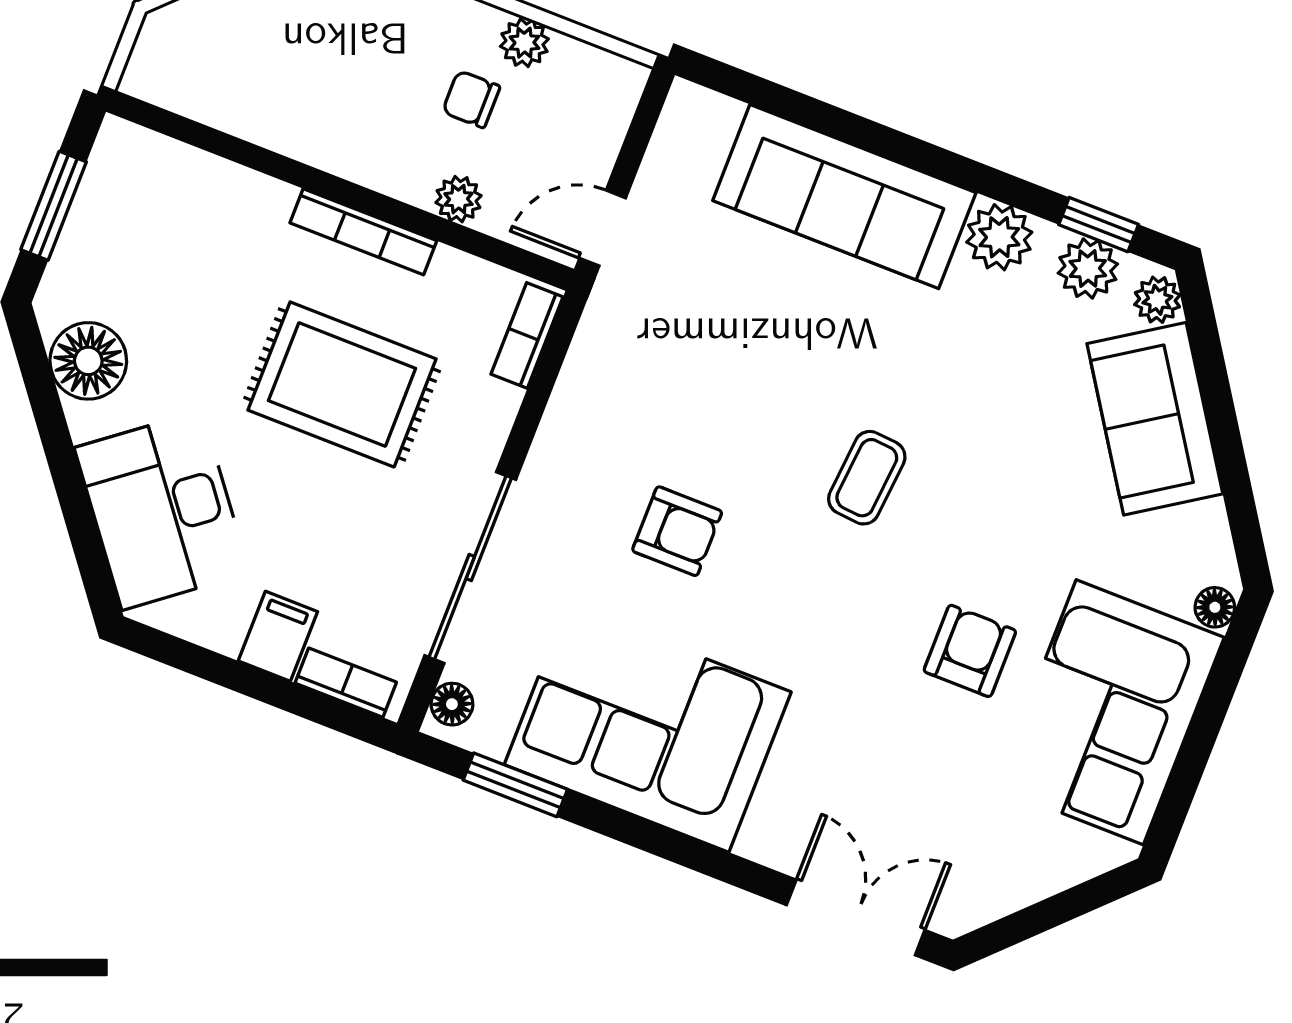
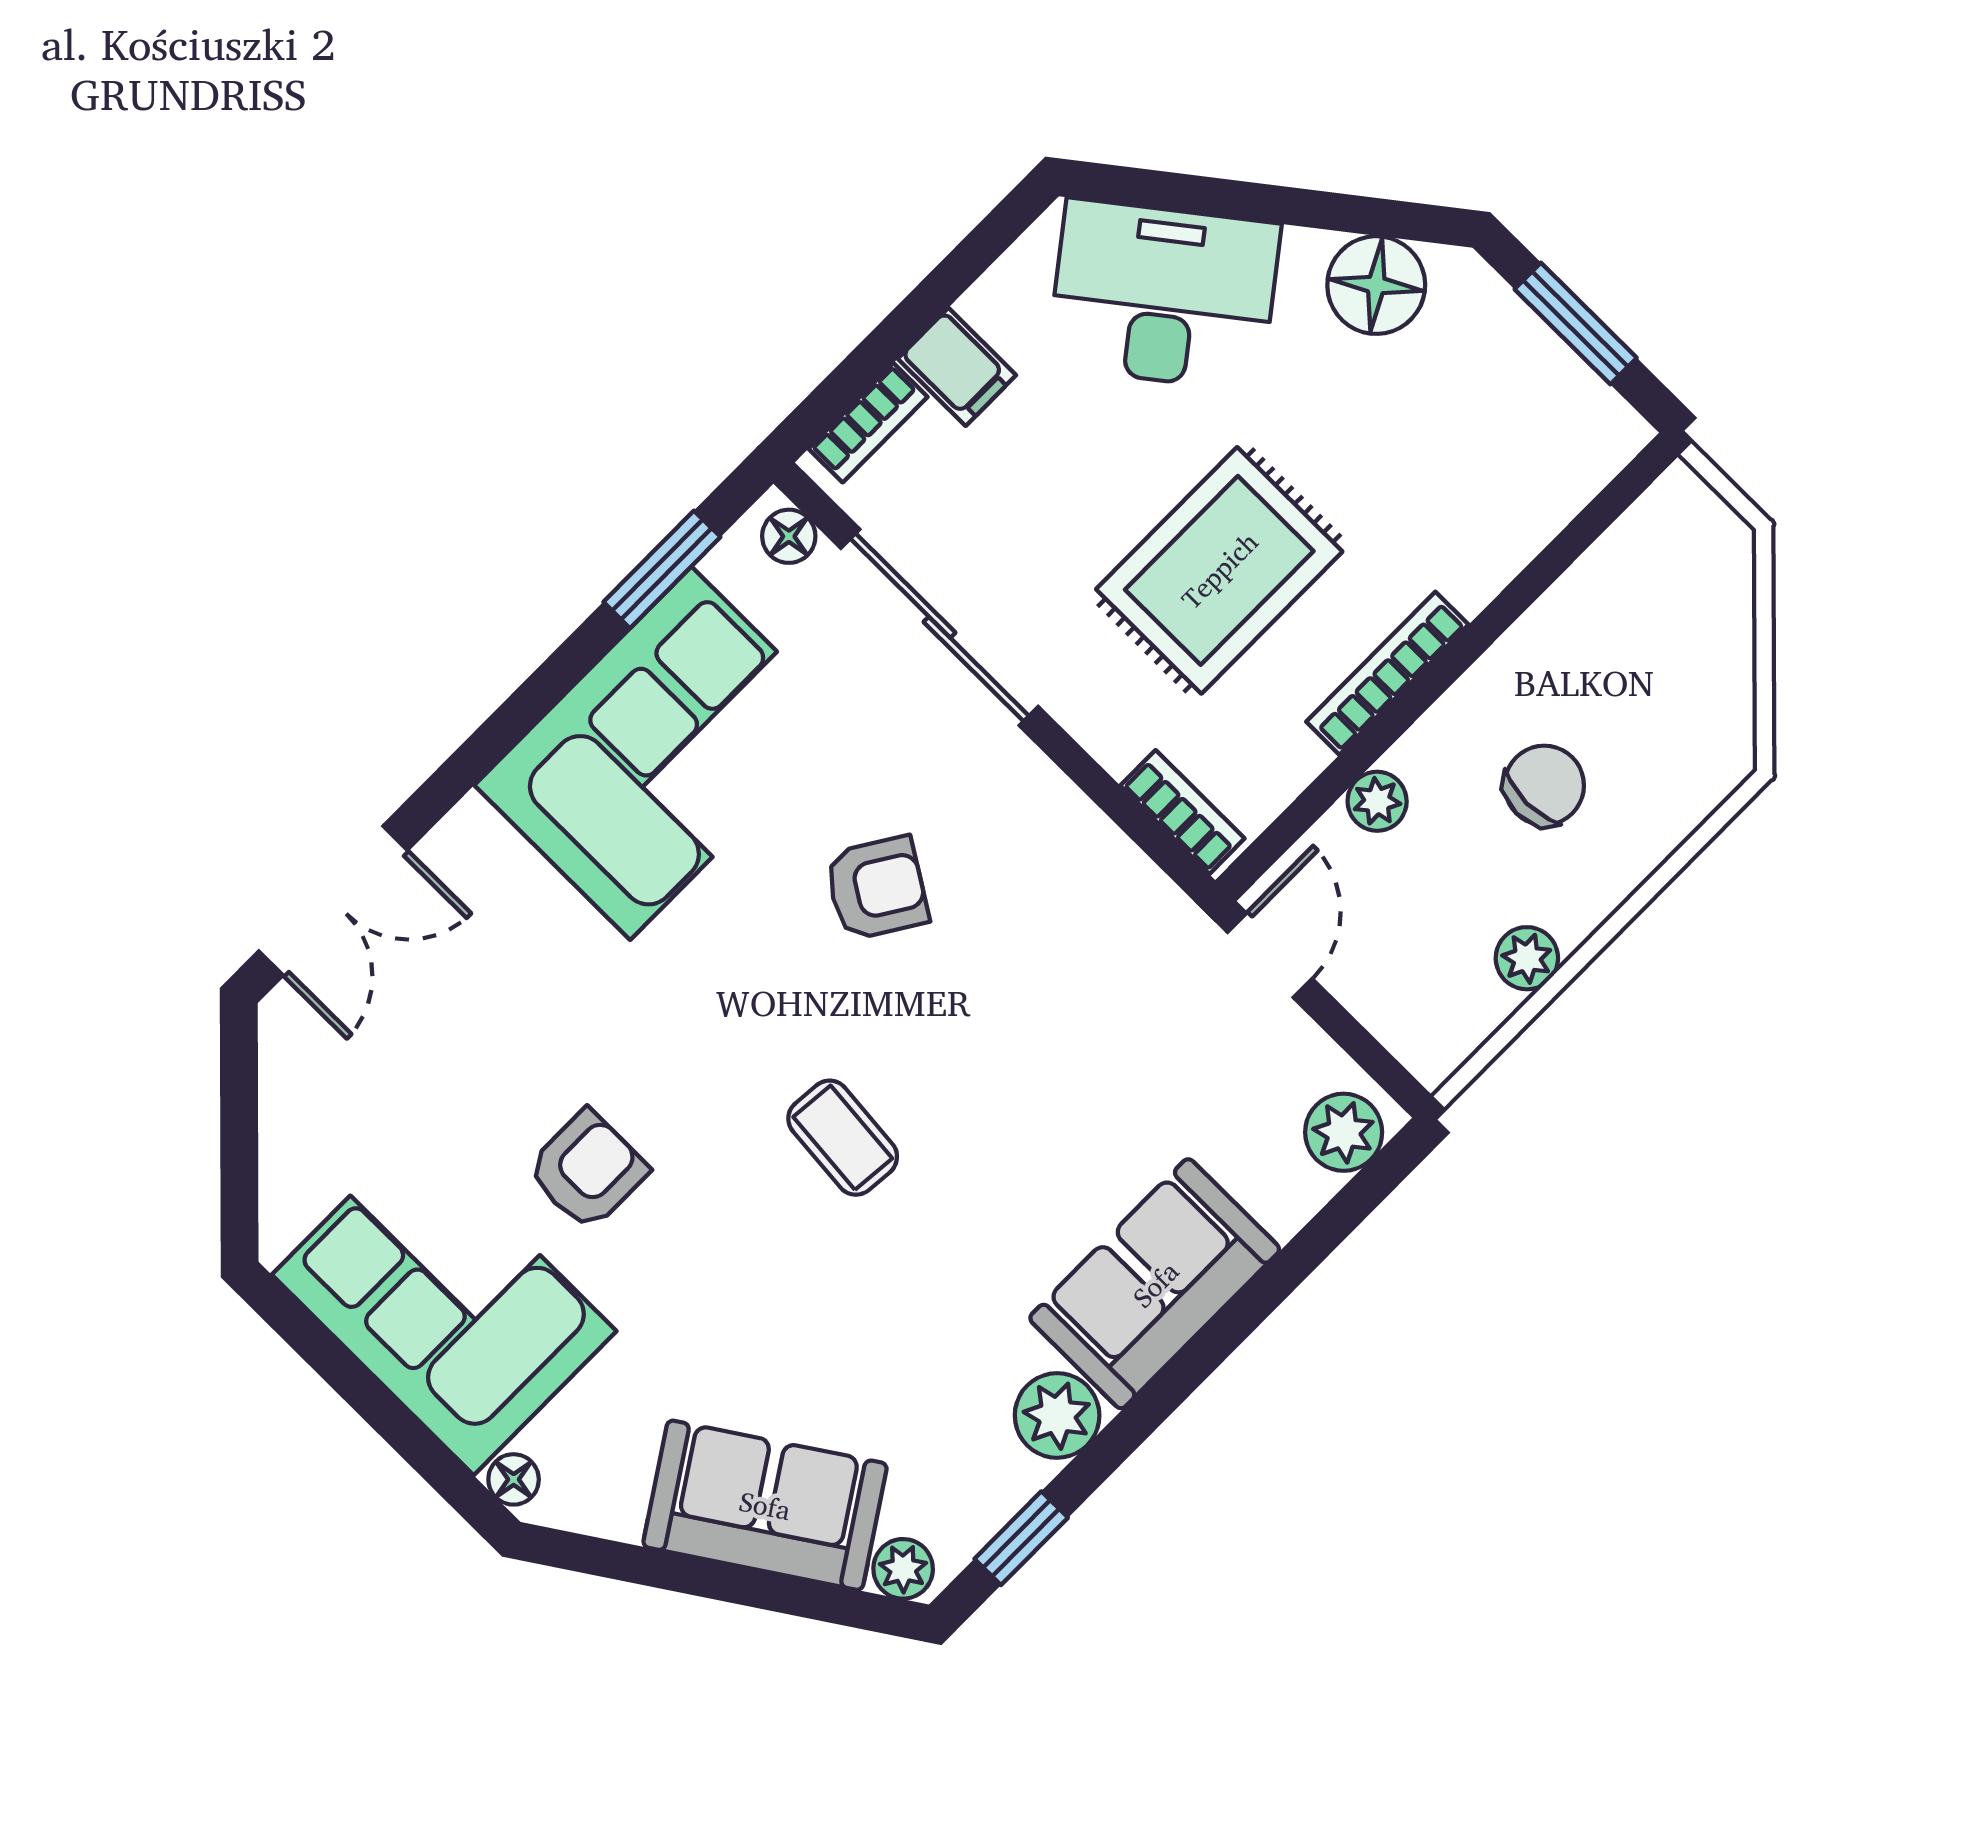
chair: (471, 99) -> (1544, 785), moved, width x1.37, depth x1.37
sofa: (844, 197) -> (1155, 1284), width x0.73
plant: (1088, 268) -> (1344, 1132), moved
armchair: (677, 531) -> (877, 888), turned -148
armchair: (970, 651) -> (587, 1170), turned -90

